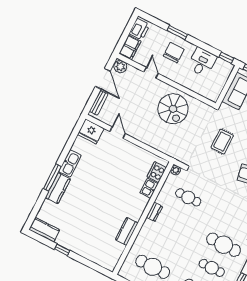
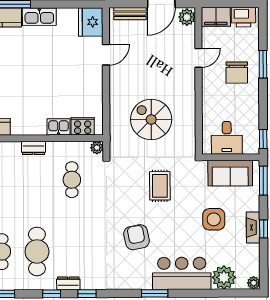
chair: (174, 53) -> (237, 73), turned 90
desk: (202, 62) -> (227, 138), moved, turned 90
spiral stairs: (173, 109) -> (151, 119), moved, turned 90
rug: (222, 142) -> (160, 186), turned 90

